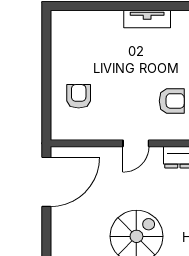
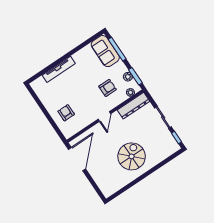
tv unit: (147, 19) -> (59, 69), moved, width x1.41

